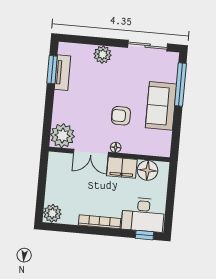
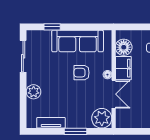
window: (52, 70) -> (75, 131), moved
window: (180, 85) -> (52, 27), width x0.46
sofa: (161, 106) -> (78, 41), width x1.36
armchair: (121, 116) -> (82, 73), turned 90

